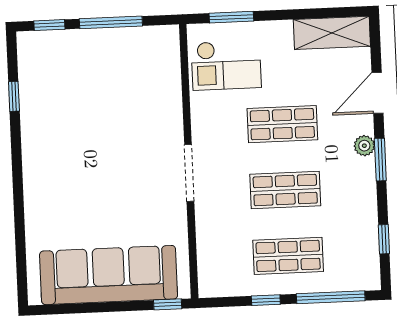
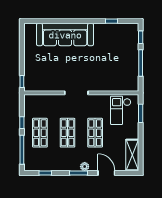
sofa: (109, 275) -> (65, 35), moved, turned 90

